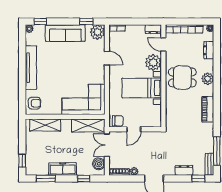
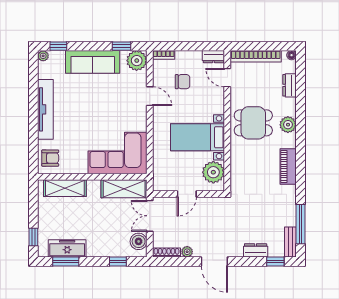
plant: (153, 63) -> (213, 172), moved
chair: (118, 121) -> (183, 82), moved
freezer: (63, 169) -> (67, 248), moved

